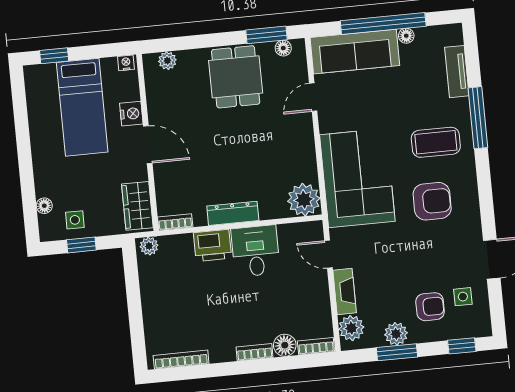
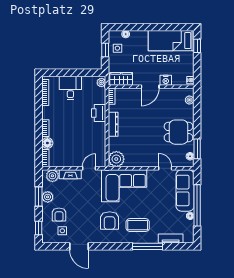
bed: (82, 107) -> (171, 41), moved
coffee table: (436, 142) -> (138, 225), turned 90
desk: (256, 251) -> (70, 88), moved, turned -90

